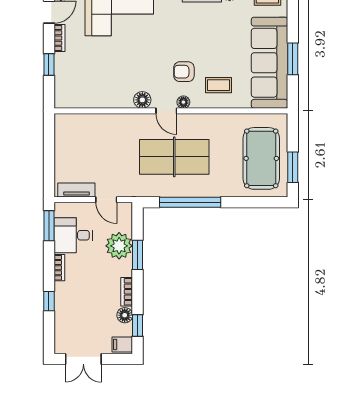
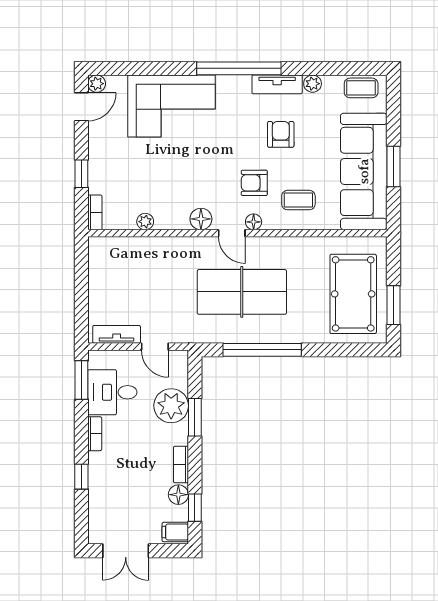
armchair: (205, 34) -> (281, 134), added
bookcase: (59, 38) -> (95, 212), moved
plant: (99, 102) -> (145, 222), added

